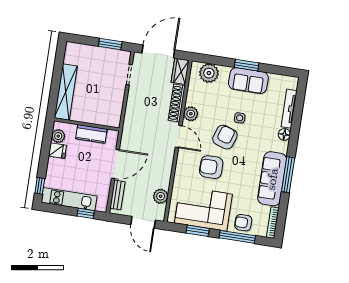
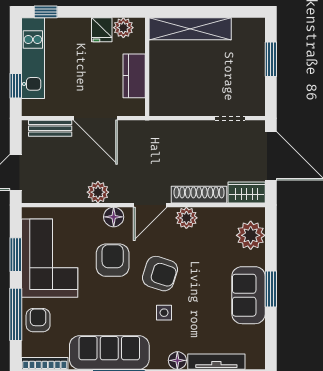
window: (110, 44) -> (271, 59), moved
side table: (240, 118) -> (164, 313), moved
floor lamp: (183, 162) -> (114, 217), added
plant: (161, 196) -> (98, 192), moved

